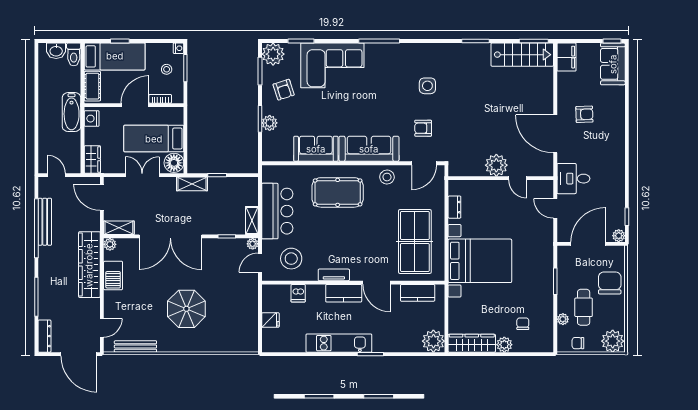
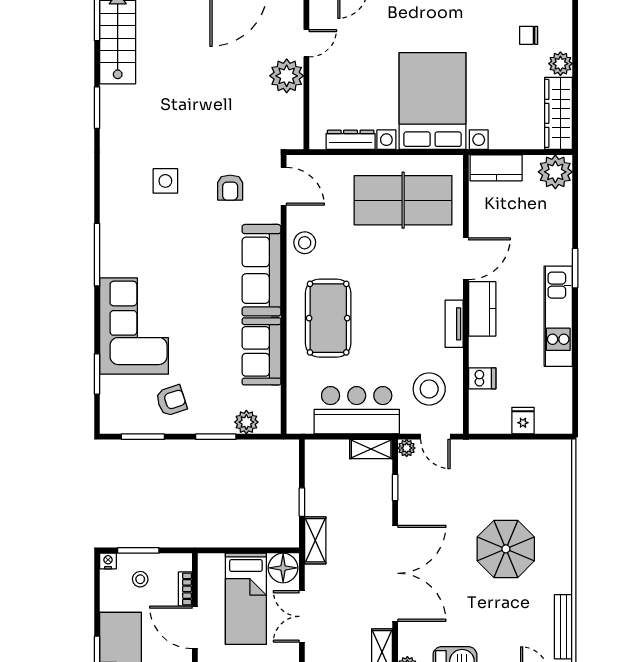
plant: (273, 54) -> (117, 417), removed
plant: (270, 123) -> (246, 422), moved
dresser: (454, 207) -> (351, 140), width x1.44
kitchen counter: (418, 293) -> (496, 168), moved, turned 90

